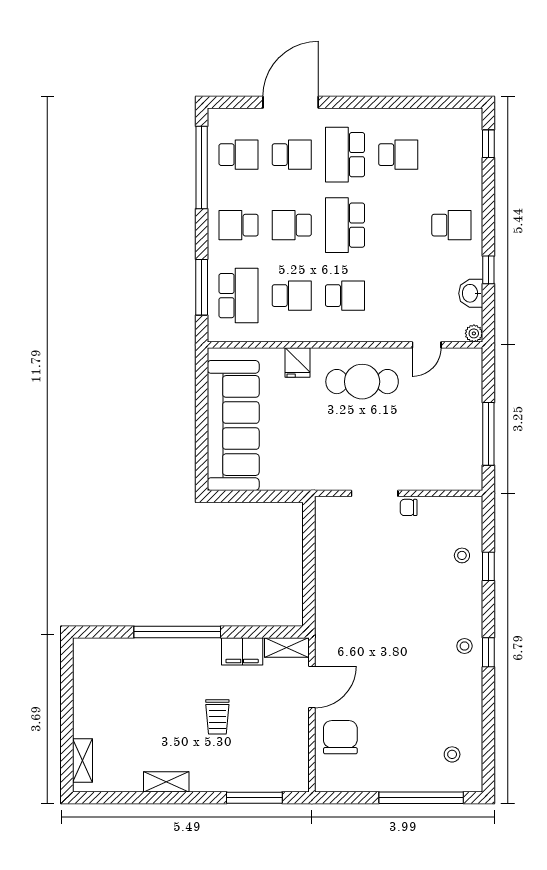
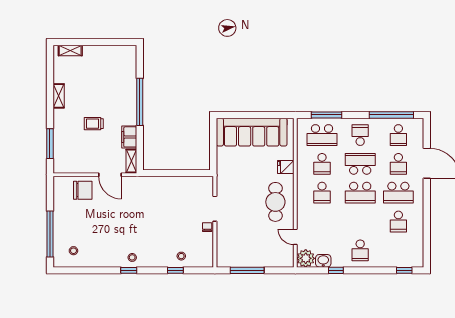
school desk: (345, 155) -> (398, 193), turned 180
school desk: (292, 225) -> (360, 164), width x1.85
school desk: (345, 225) -> (360, 193), turned 180
plant: (474, 333) -> (306, 258), width x1.88, depth x1.88

